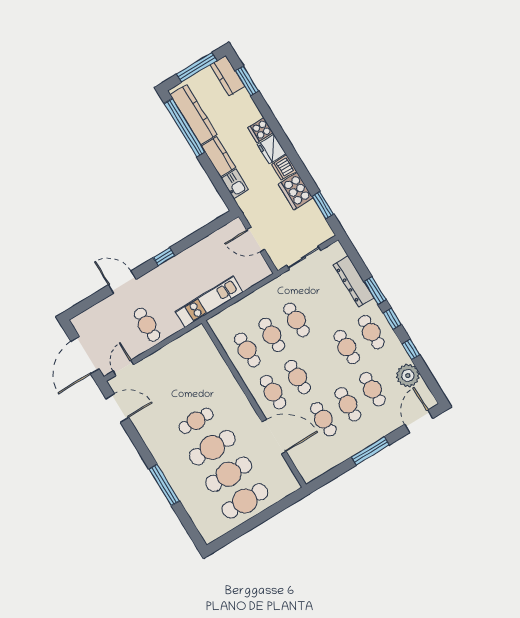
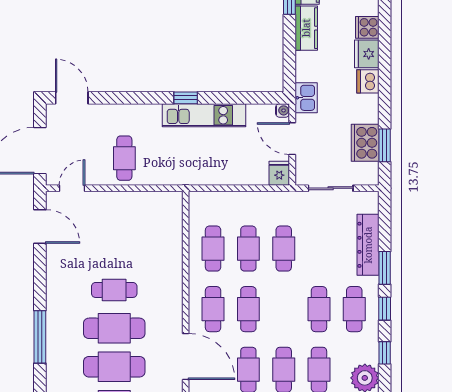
kitchen sink: (235, 184) -> (306, 98), moved
cooker: (296, 191) -> (365, 143), moved
water cooler: (237, 224) -> (282, 110), added
fridge: (261, 269) -> (279, 173), added
door: (122, 282) -> (72, 98), moved
kitchen unit: (209, 302) -> (204, 115), moved, turned 180

